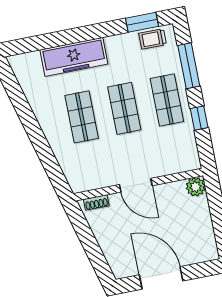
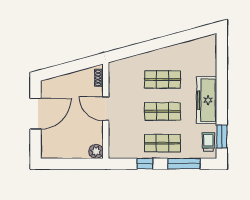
freezer: (74, 57) -> (207, 100), moved
door: (136, 185) -> (106, 109), hinge flipped

